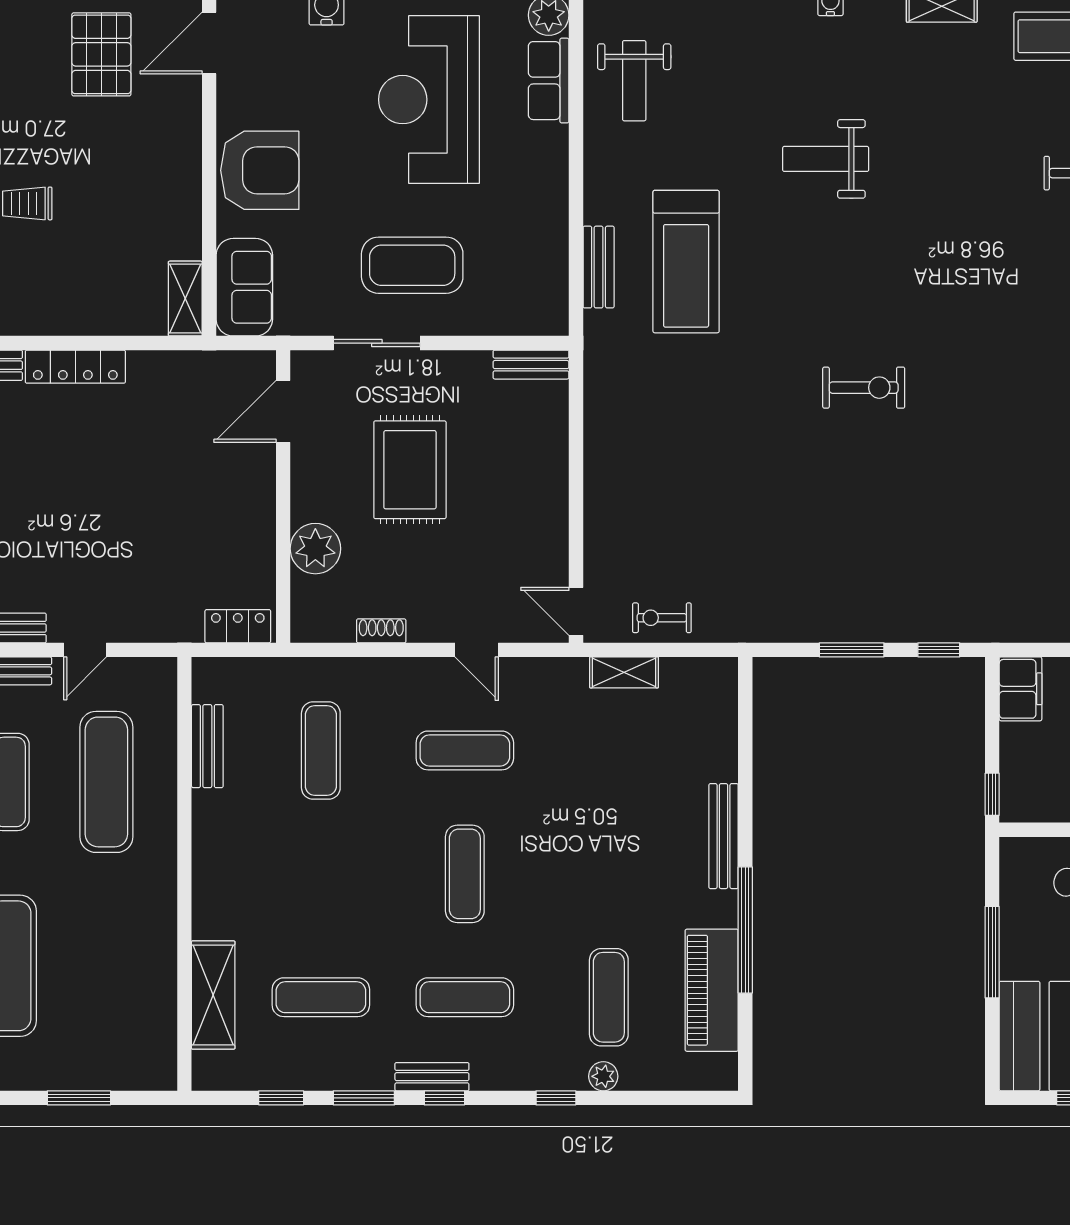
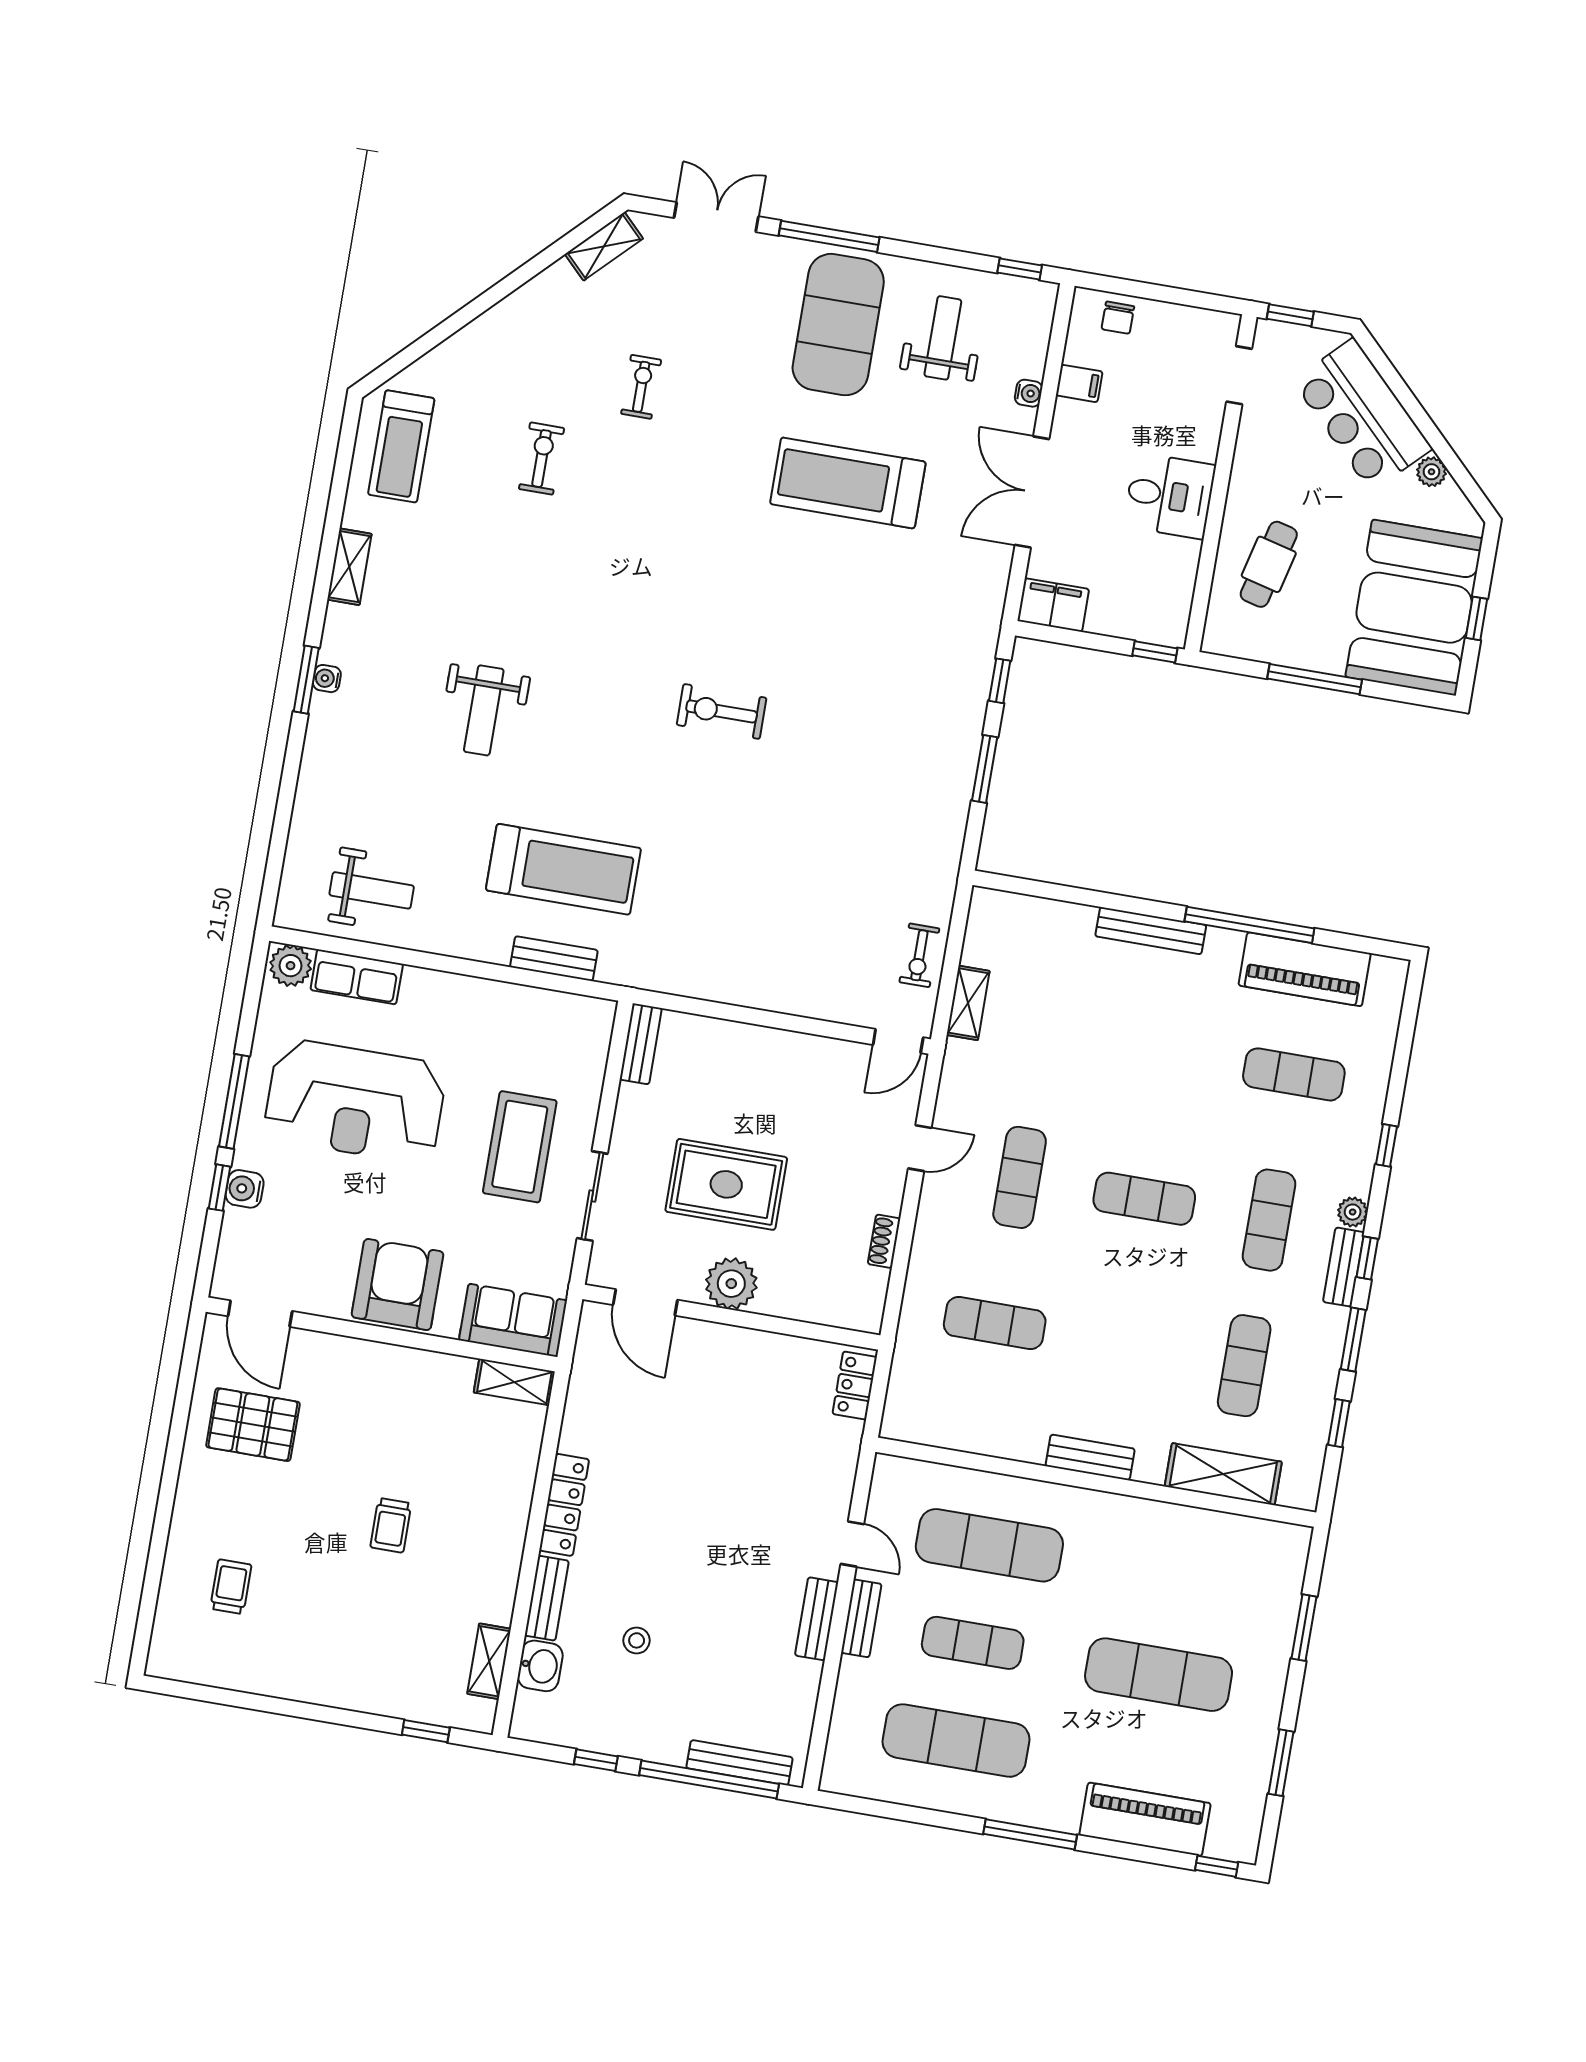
exercise bike: (864, 388) -> (722, 711), turned -90
plant: (315, 549) -> (731, 1284), moved
bench: (207, 746) -> (1090, 1457), moved
plant: (603, 1076) -> (1353, 1212), moved

